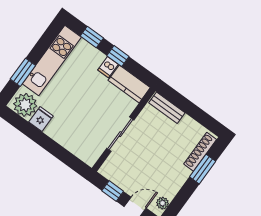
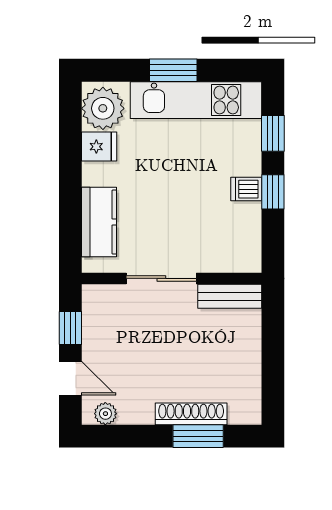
window: (23, 72) -> (173, 70), moved
kitchen counter: (129, 84) -> (99, 222), moved, turned 180
bench: (167, 108) -> (230, 296), moved, turned 90
shoe rack: (200, 152) -> (191, 414), moved

